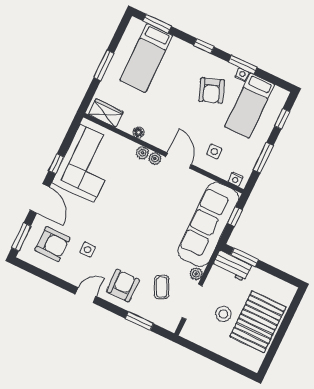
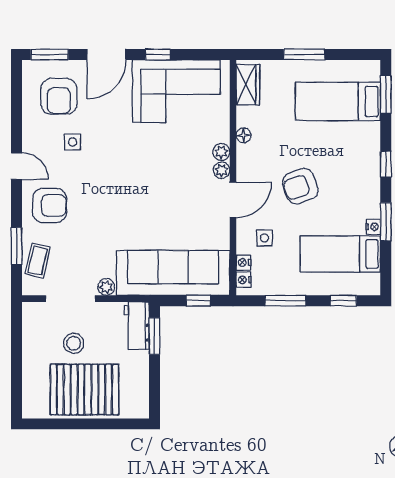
armchair: (212, 91) -> (300, 186), moved
nightstand: (224, 174) -> (243, 263), added
coffee table: (162, 287) -> (38, 260), moved, turned -52

